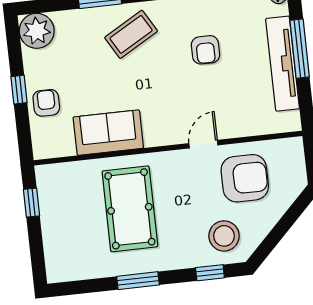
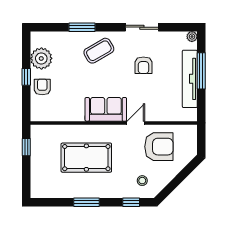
plant: (37, 31) -> (41, 58), moved
sofa: (108, 133) -> (106, 109), moved
pool table: (130, 209) -> (86, 158), turned 90
stool: (224, 236) -> (142, 181), width x0.53, depth x0.53

